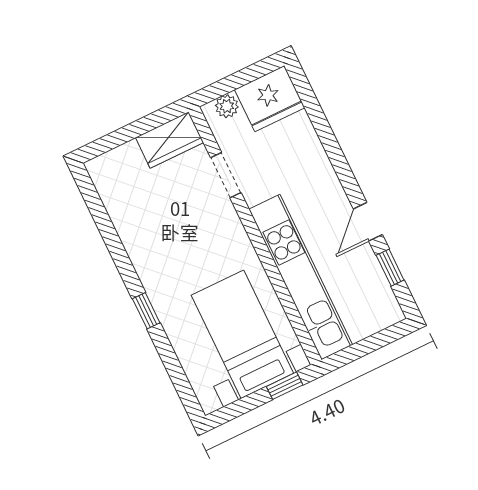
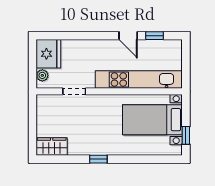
wardrobe: (169, 140) -> (52, 147), moved, turned -90
window: (146, 311) -> (98, 159), moved
window: (285, 386) -> (186, 135), moved

